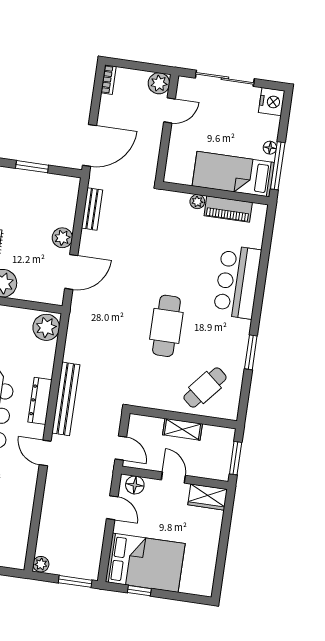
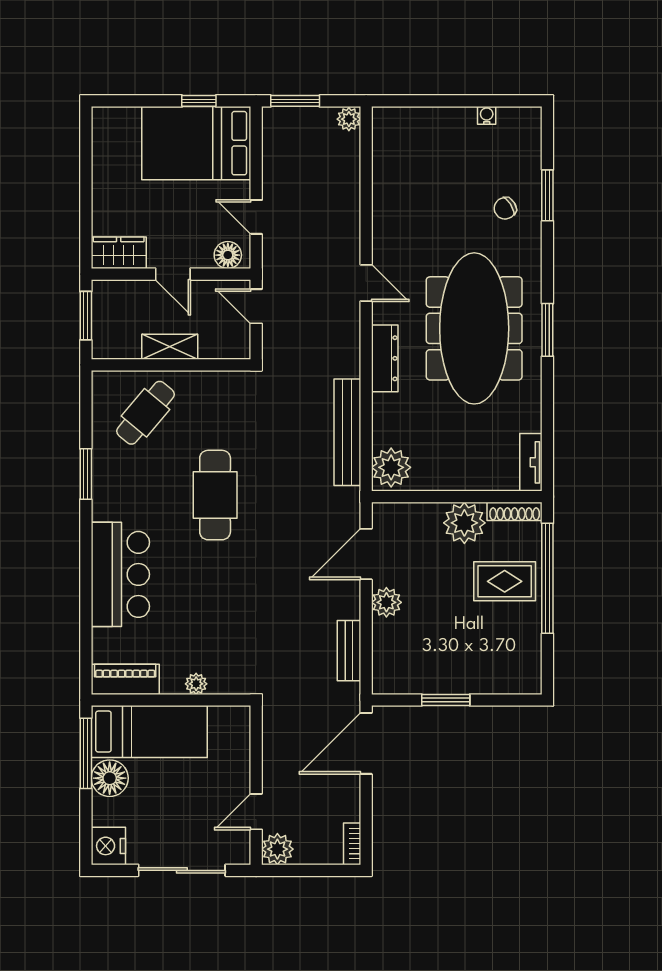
floor lamp: (270, 148) -> (110, 778), width x1.89, depth x1.89
piano: (228, 209) -> (125, 679), moved
bench: (66, 399) -> (347, 432), moved

